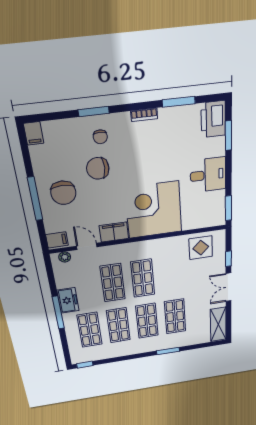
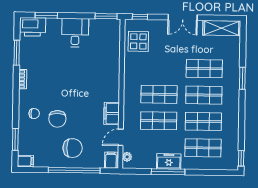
window: (94, 111) -> (15, 139), moved
window: (35, 199) -> (74, 170), width x1.46
corner desk: (154, 210) -> (98, 79), removed
window: (228, 259) -> (140, 17), moved
window: (58, 313) -> (168, 172), moved

